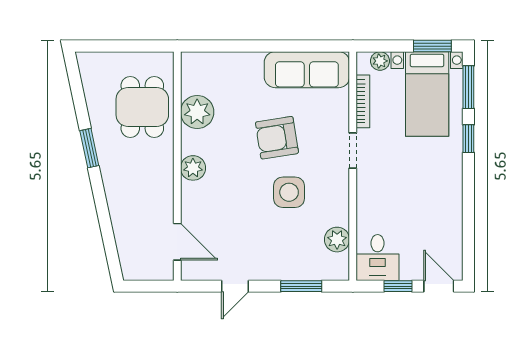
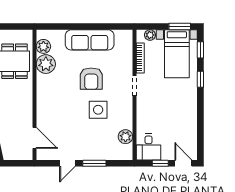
sofa: (307, 70) -> (90, 40), moved
window: (468, 87) -> (200, 50), width x0.67
armchair: (277, 138) -> (91, 79), turned -81
plant: (193, 168) -> (43, 46), moved
window: (301, 286) -> (94, 163), moved

